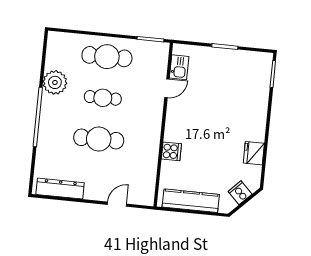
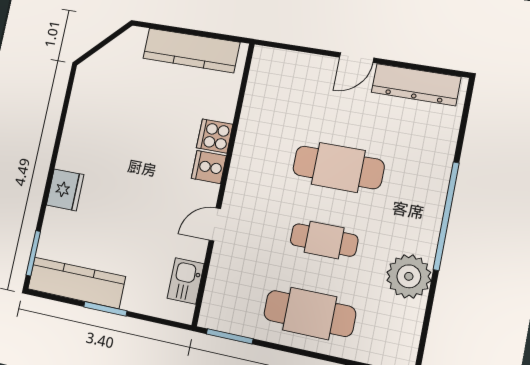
kitchen counter: (244, 60) -> (76, 283), added
door: (167, 88) -> (215, 224), moved
fridge: (254, 153) -> (65, 190), moved
cooker: (240, 193) -> (209, 167), moved, turned 135
door: (117, 204) -> (357, 58), moved

